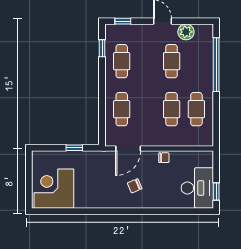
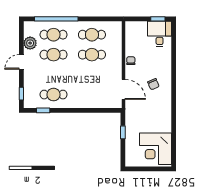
cafe table: (122, 109) -> (54, 35), moved
desk: (197, 188) -> (160, 34), width x0.73

